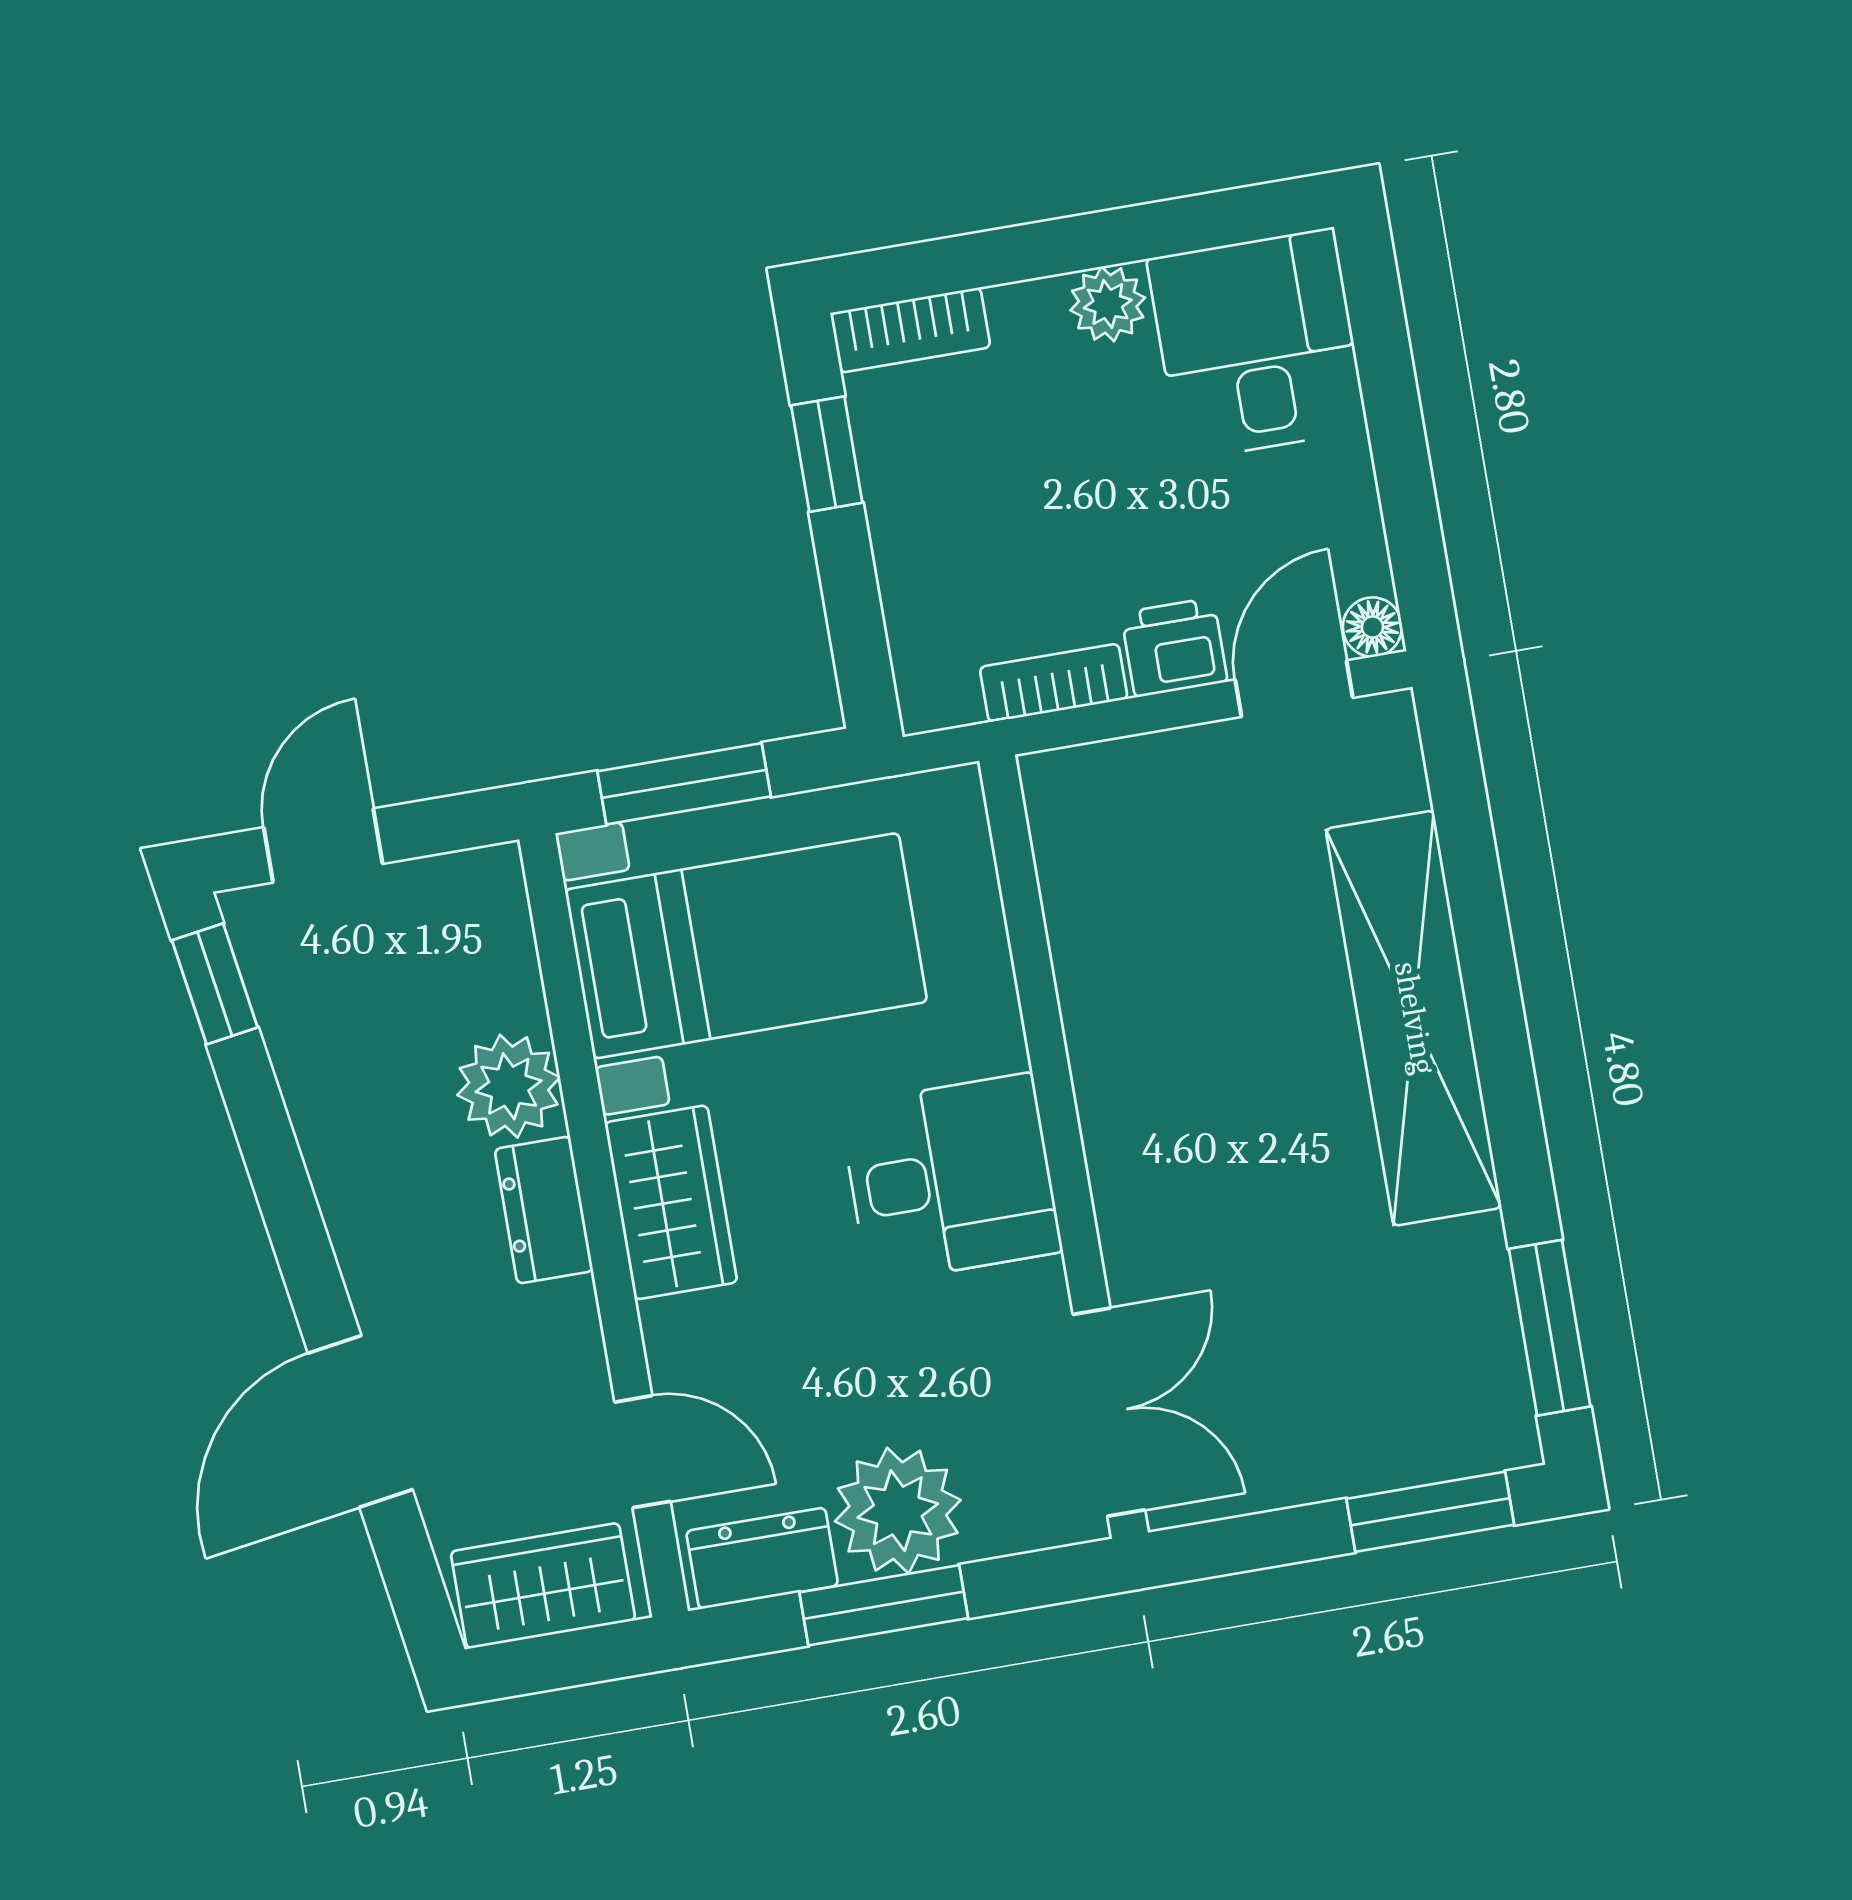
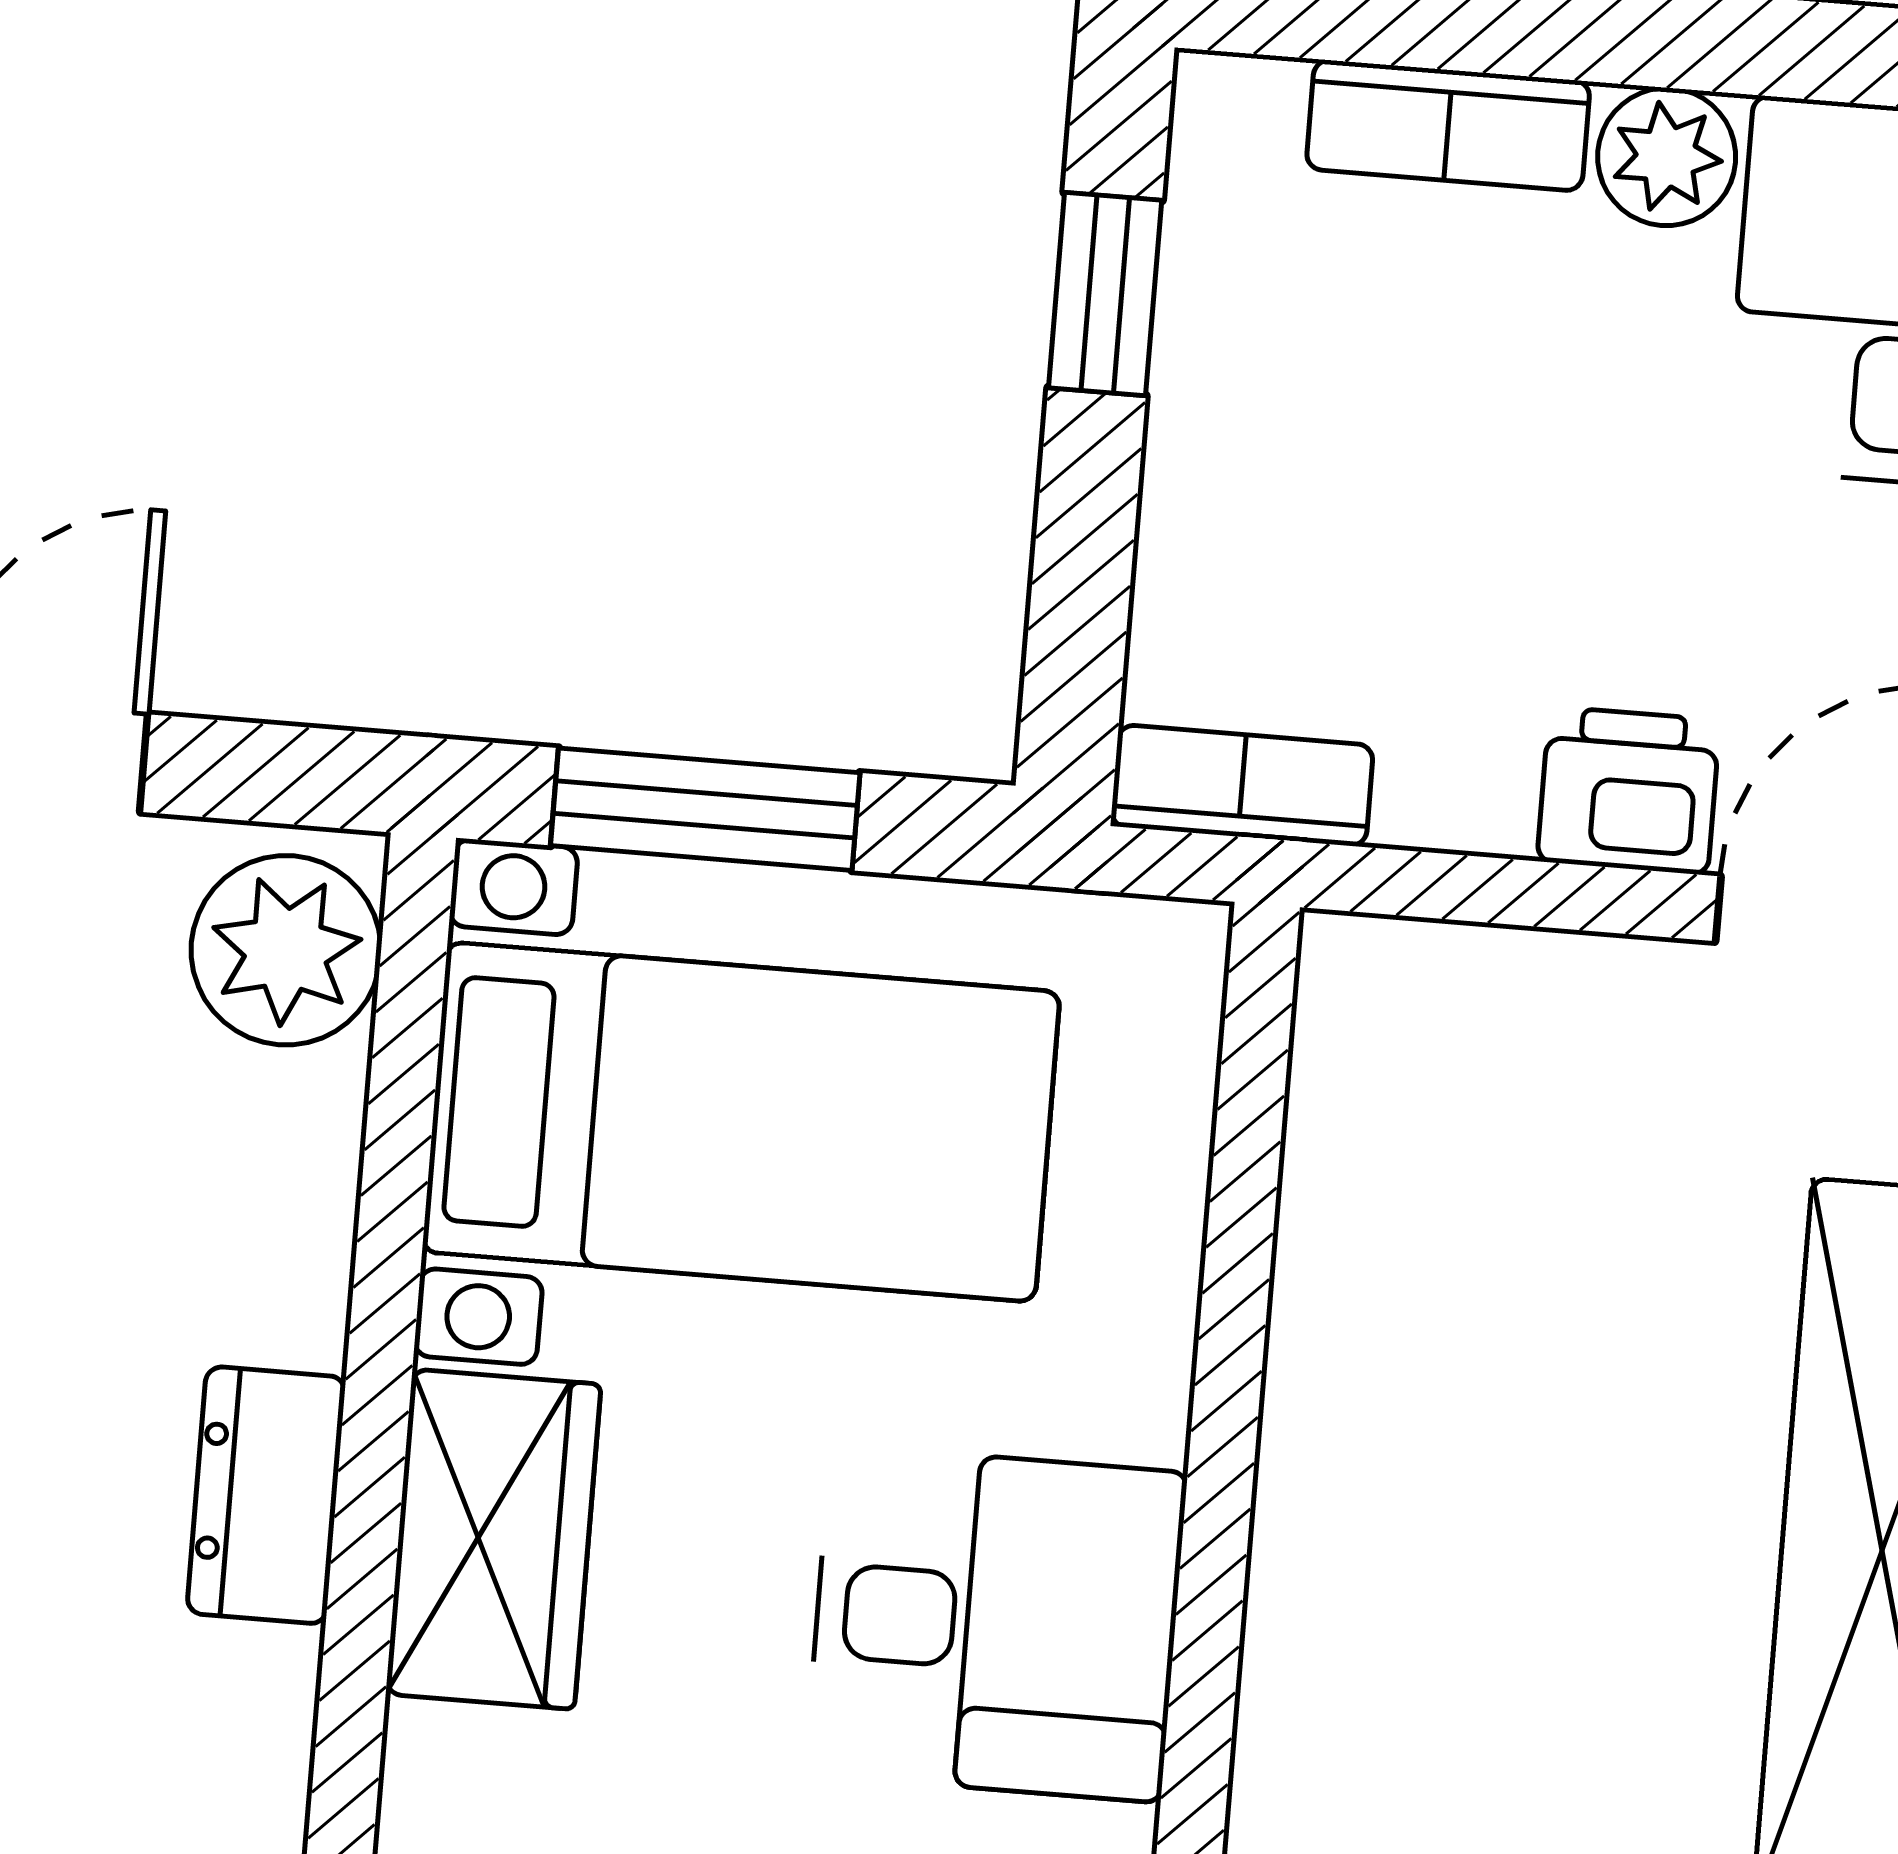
bookcase: (910, 330) -> (1448, 125), moved
bookcase: (1054, 683) -> (1242, 786), moved
plant: (509, 1086) -> (286, 950), moved

